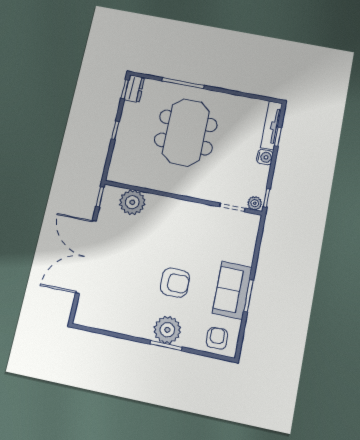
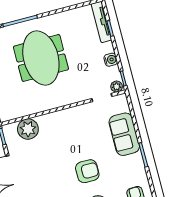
water cooler: (265, 157) -> (111, 60), moved
sofa: (232, 290) -> (124, 134), moved

